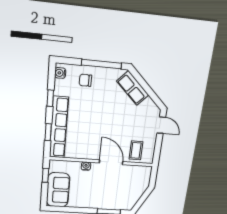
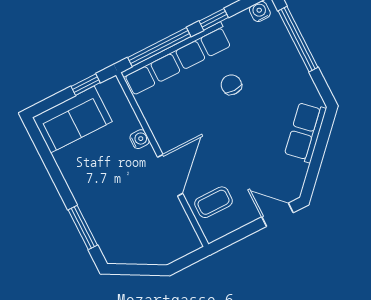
window: (101, 64) -> (298, 39), moved
chair: (85, 80) -> (231, 85), moved
door: (161, 125) -> (278, 215), swing flipped
window: (48, 132) -> (159, 47), width x2.17

